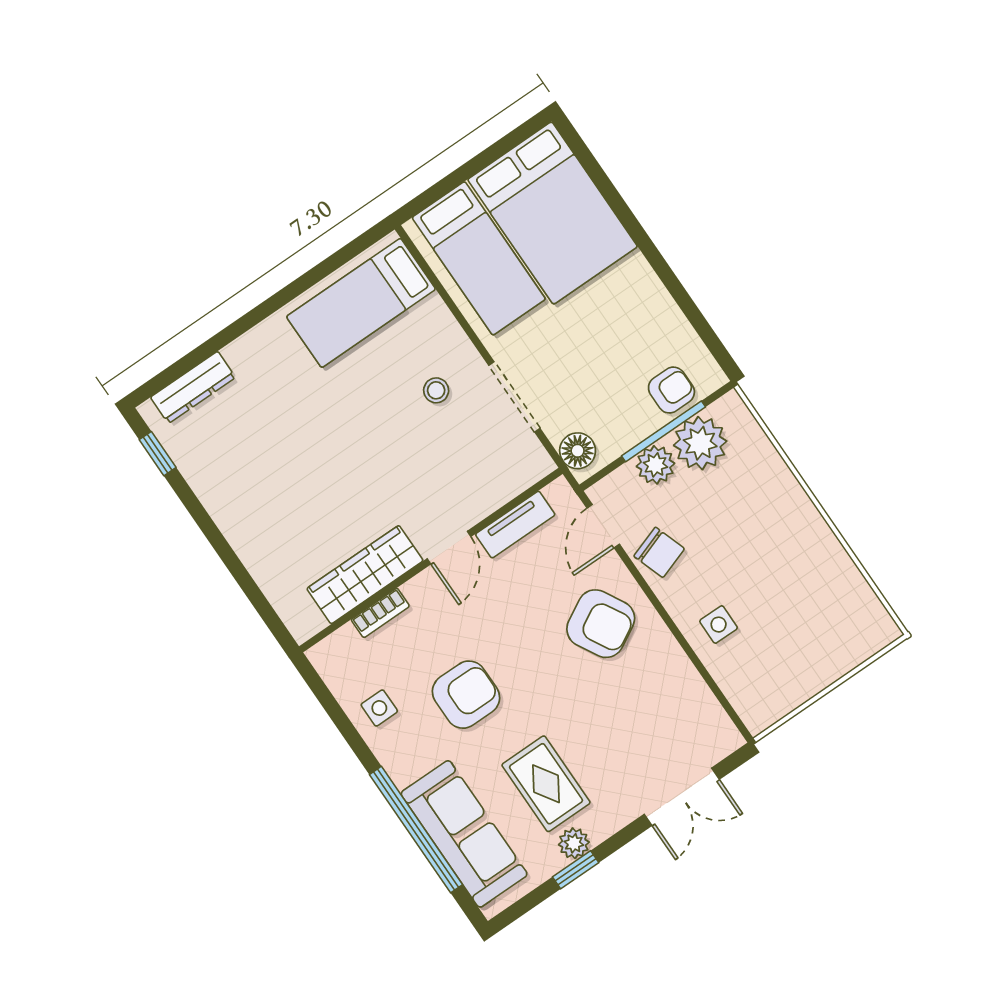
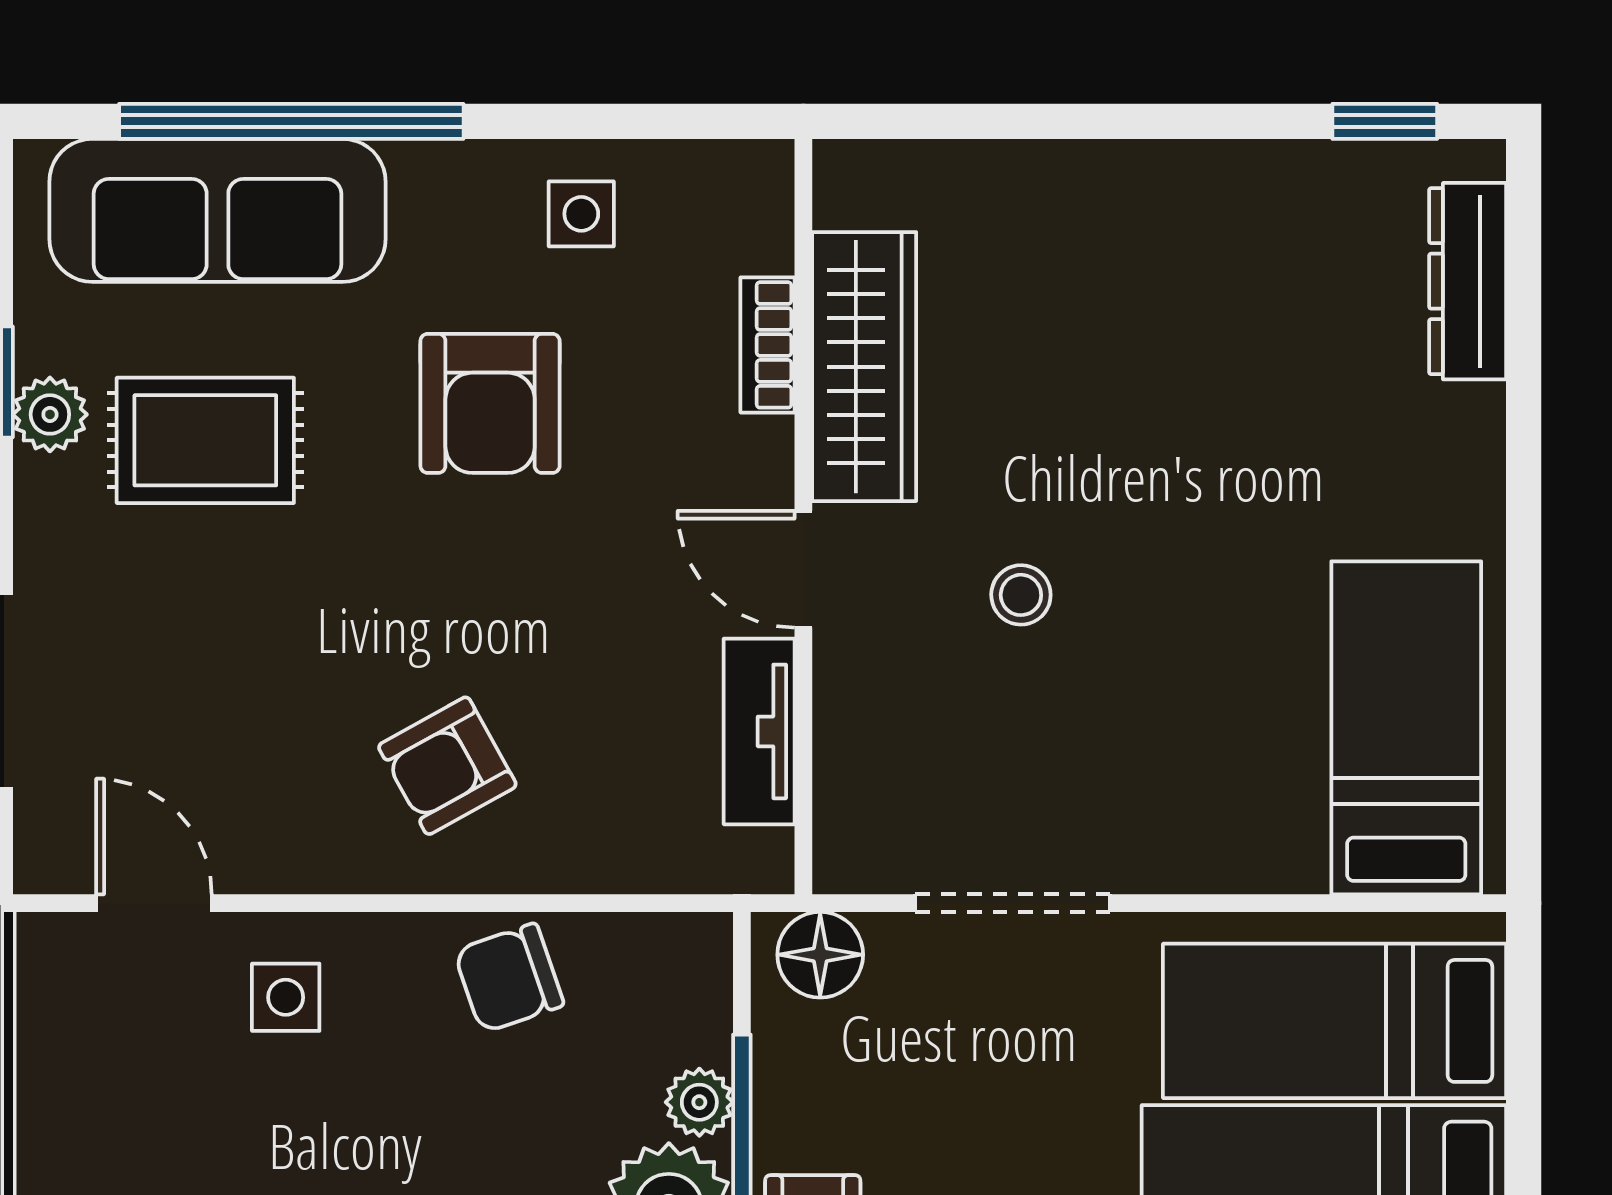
stool: (436, 390) -> (1021, 595), moved
plant: (655, 465) -> (699, 1102), width x0.73, depth x0.73
door: (603, 526) -> (154, 903), moved
armchair: (601, 624) -> (447, 766), width x0.72, depth x0.72

